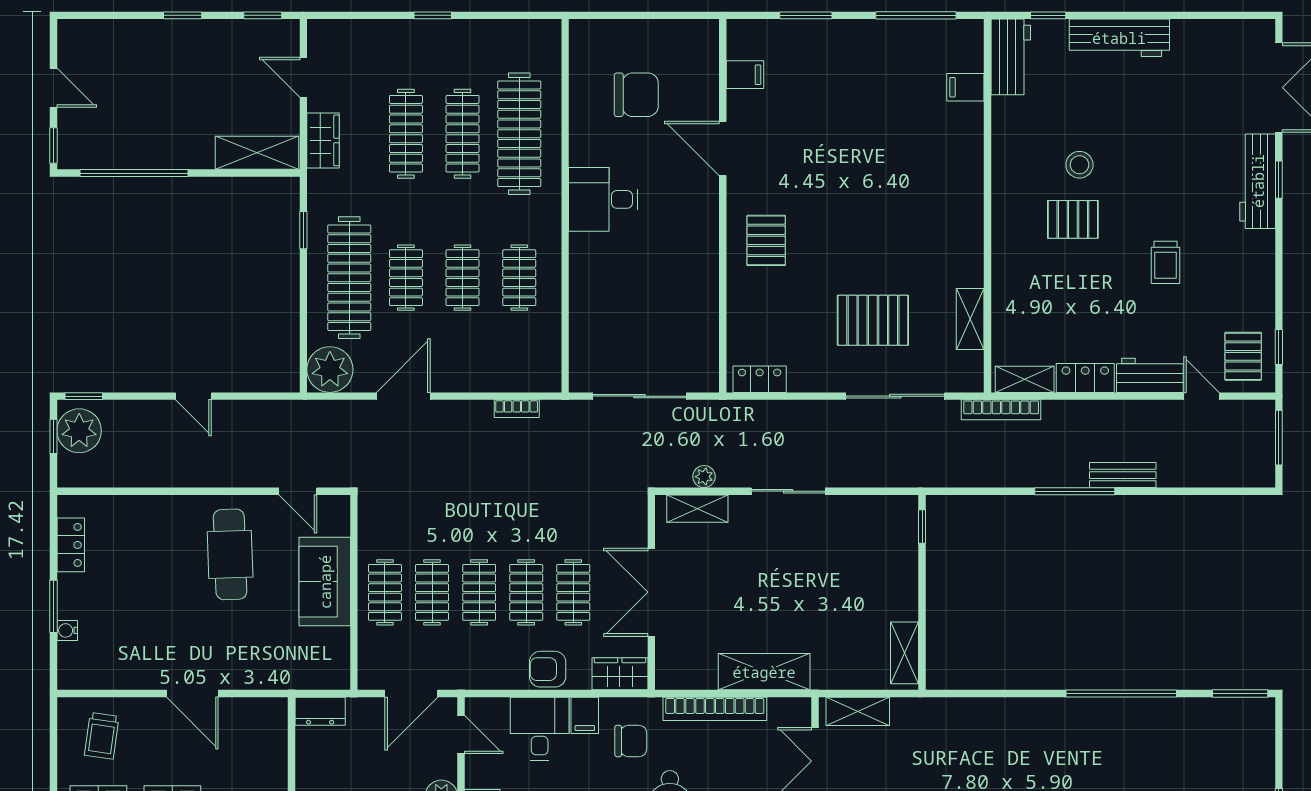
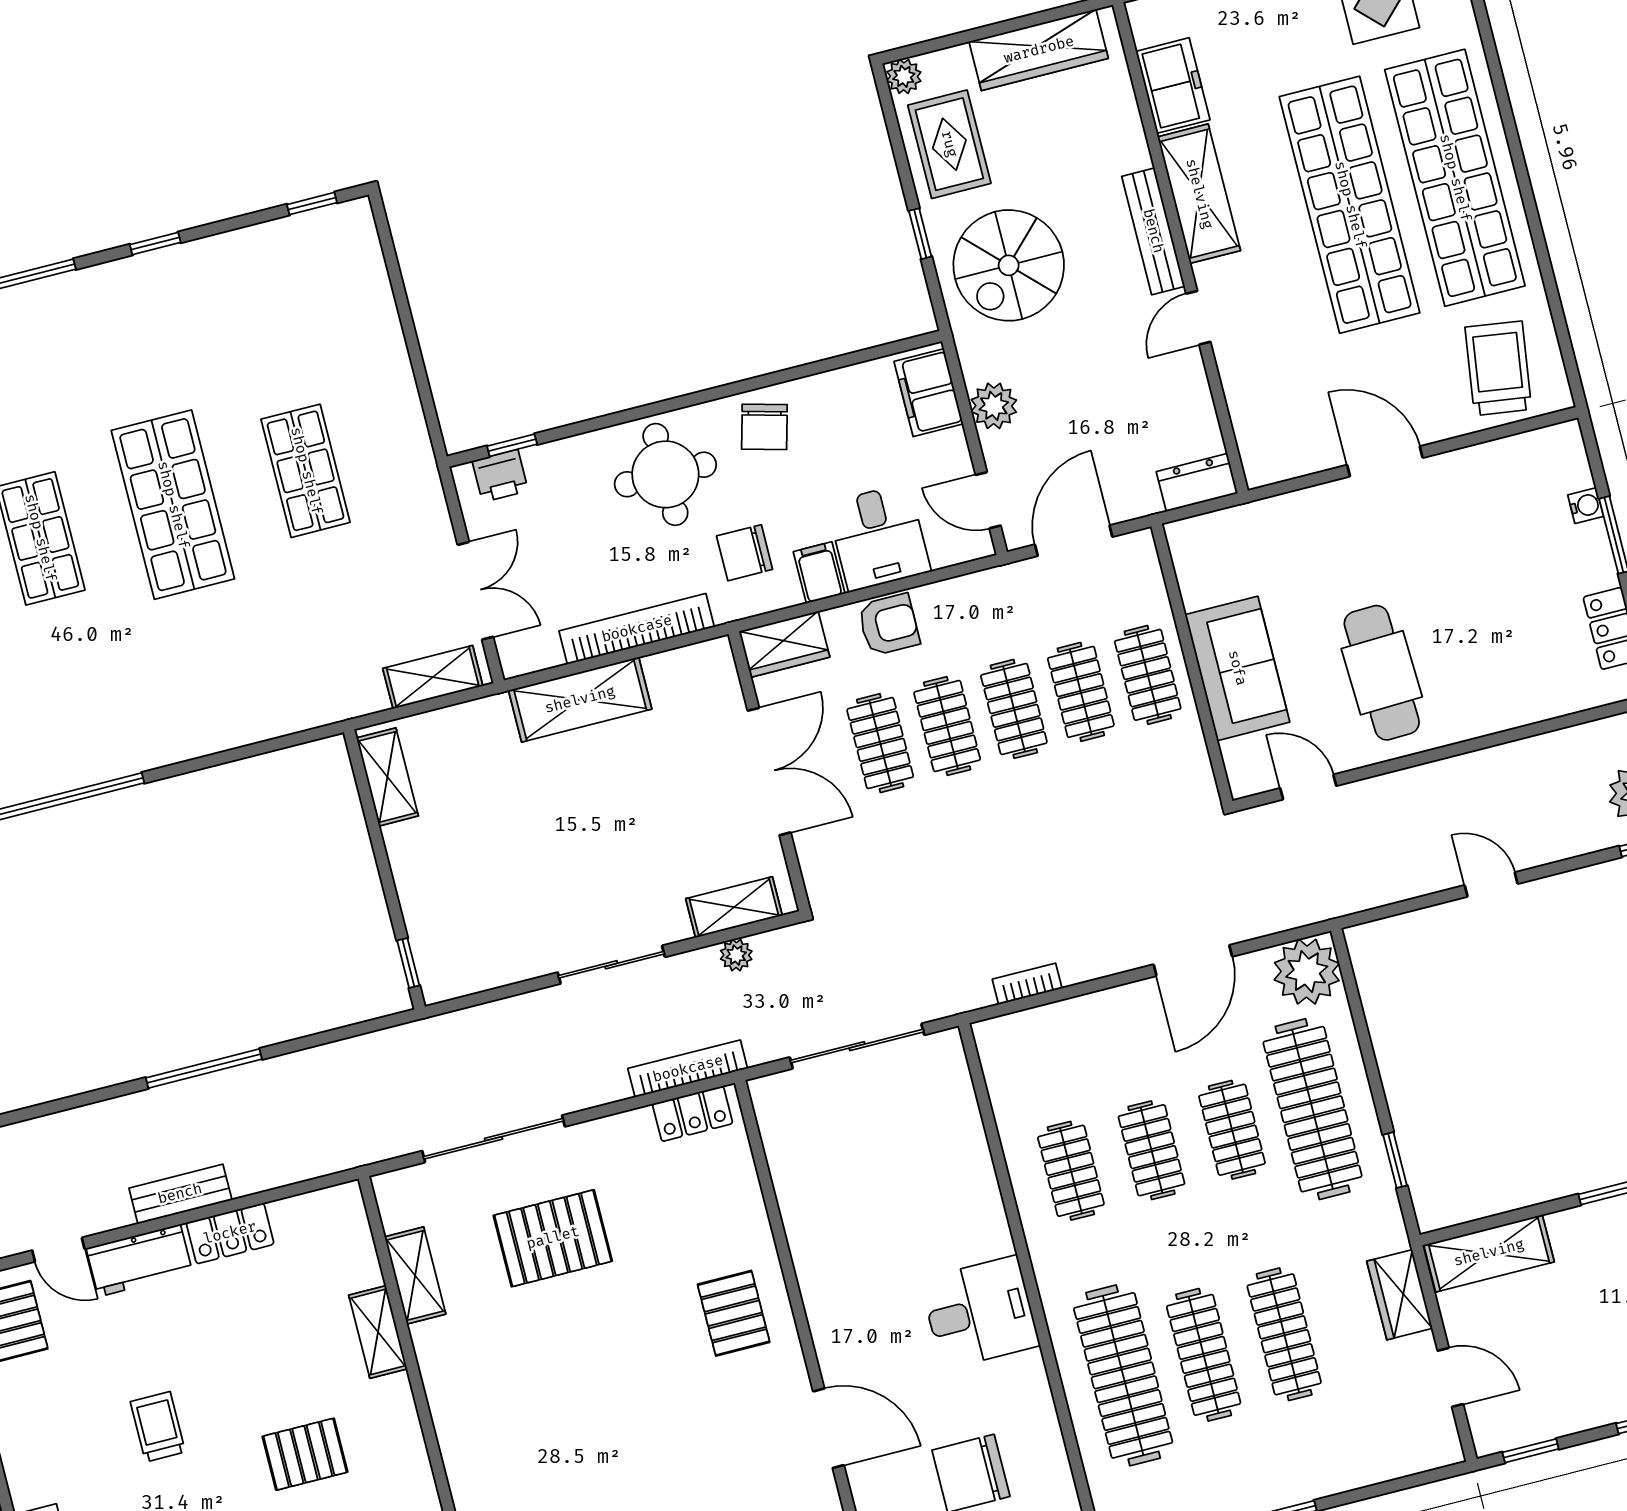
shelving: (1025, 379) -> (378, 1332), moved, turned 90
bookcase: (1001, 410) -> (688, 1069), moved
bench: (1123, 475) -> (180, 1194), moved
trolley: (102, 736) -> (1498, 368), width x1.36, depth x1.39

